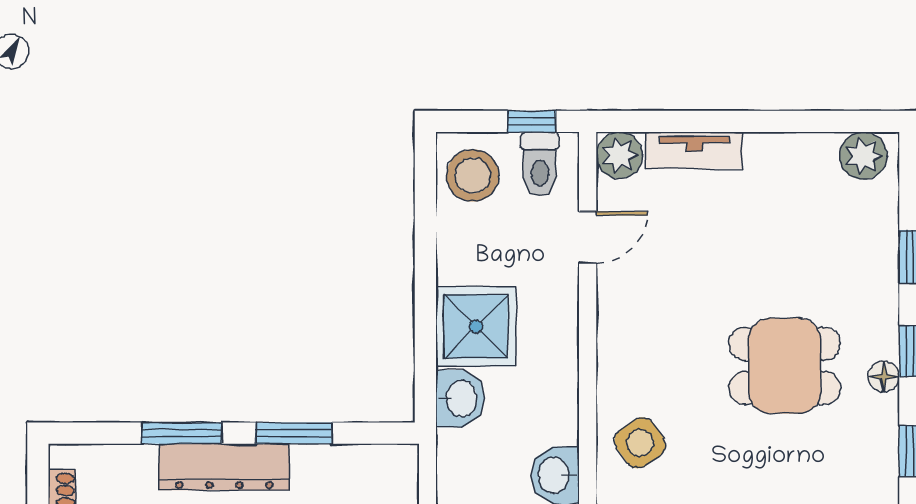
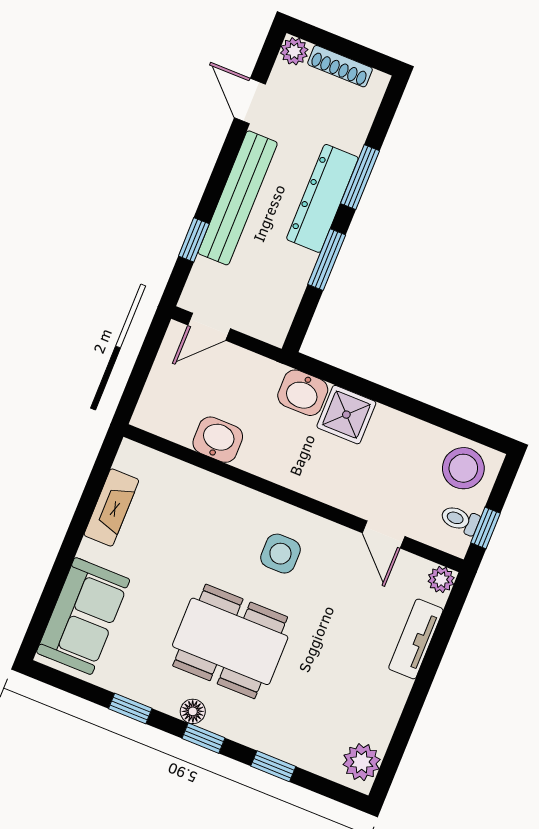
plant: (619, 155) -> (441, 580), width x0.73, depth x0.73
toilet: (540, 164) -> (460, 520), width x0.73, depth x0.72
shower: (476, 327) -> (346, 415), width x0.73, depth x0.73
dining table: (785, 366) -> (230, 641), width x1.38
side table: (640, 443) -> (280, 554), moved, turned 35

